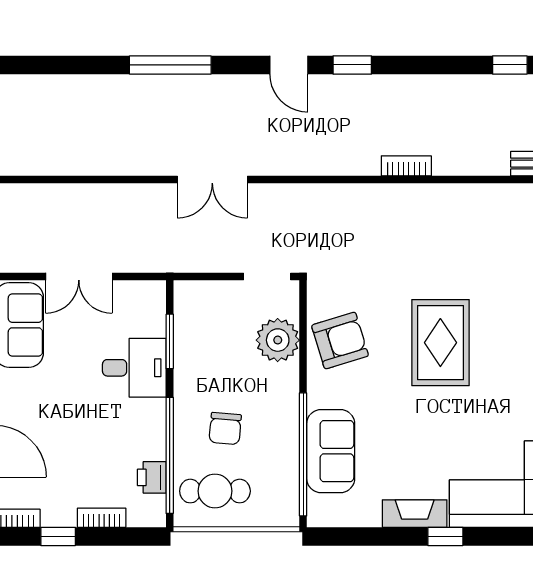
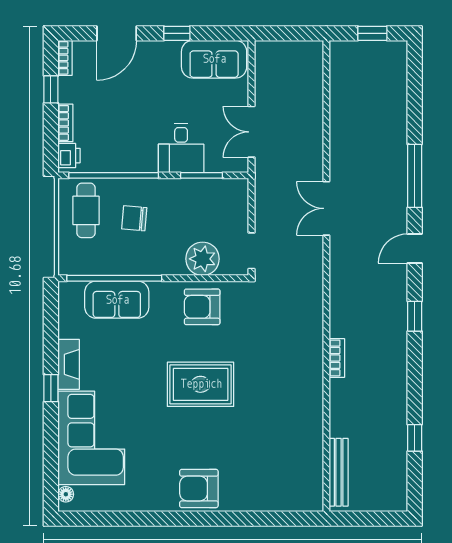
door: (289, 65) -> (415, 249), moved
double door: (79, 276) -> (252, 132), moved
armchair: (340, 341) -> (202, 307), turned 107
printer: (152, 477) -> (69, 156), moved, turned 90

